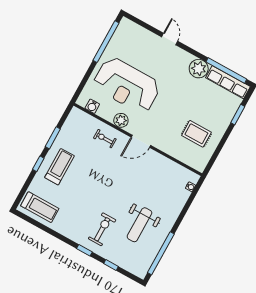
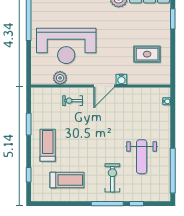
water cooler: (92, 106) -> (121, 79), moved
plant: (121, 120) -> (60, 78), moved
window: (38, 164) -> (29, 175), moved
treadmill: (40, 207) -> (67, 180), moved
window: (84, 250) -> (107, 204), width x2.17

